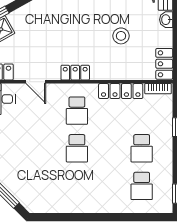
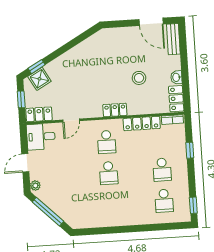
washbasin: (166, 20) -> (176, 77), moved
locker: (75, 73) -> (115, 110), moved
door: (36, 82) -> (71, 120), hinge flipped

